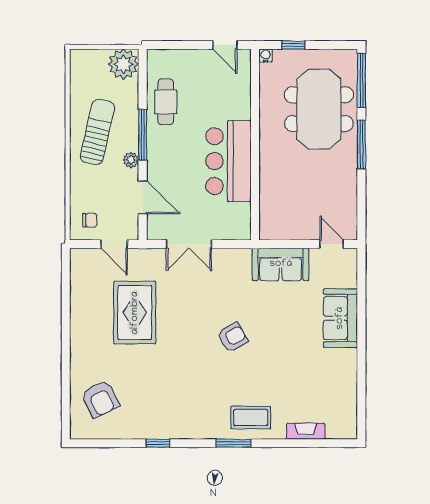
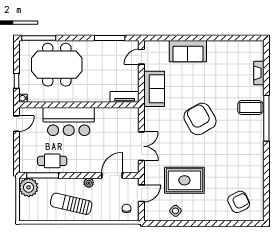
window: (143, 135) -> (43, 175), moved
window: (361, 144) -> (110, 38), moved
bar counter: (228, 161) -> (69, 121), moved
tv unit: (268, 217) -> (125, 97), added
side table: (86, 298) -> (176, 211), added
armchair: (232, 337) -> (200, 119), width x1.88, depth x1.88
coffee table: (251, 418) -> (250, 107), turned 90
window: (158, 443) -> (266, 166), removed
window: (233, 443) -> (266, 118), width x2.11

